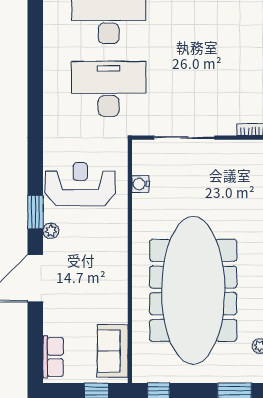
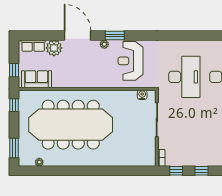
reception desk: (80, 184) -> (131, 61), turned 180
water cooler: (140, 184) -> (142, 95), moved
plant: (57, 320) -> (54, 48), added

